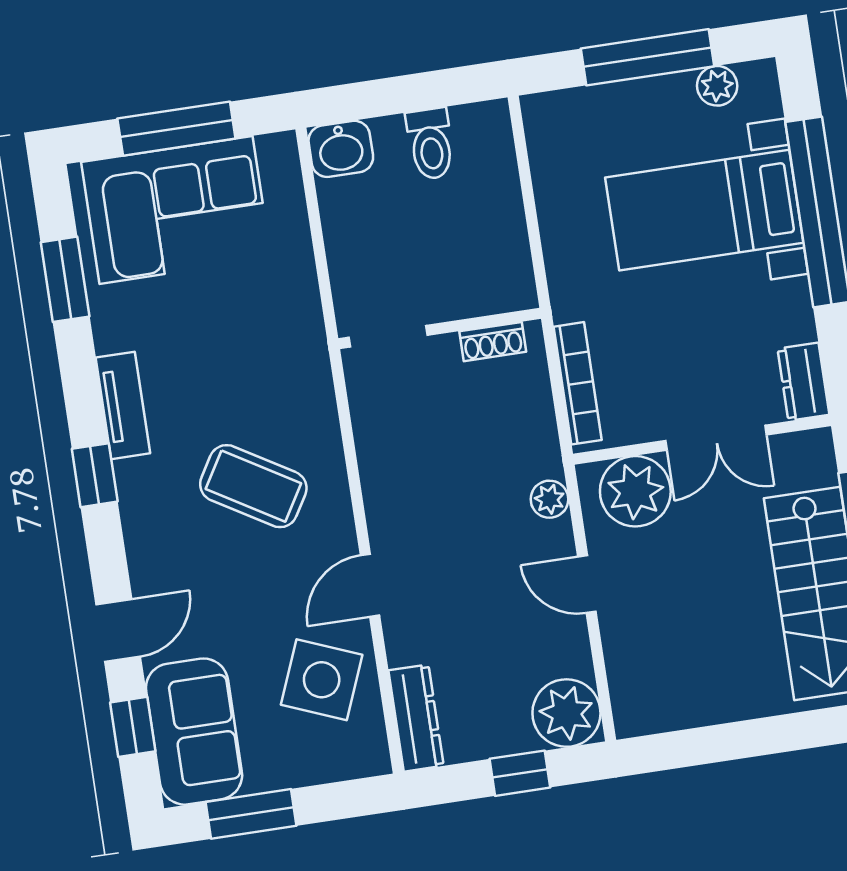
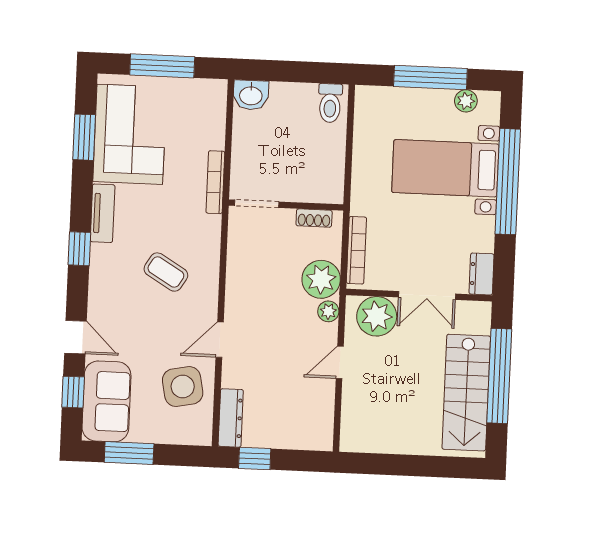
toilet: (430, 144) -> (330, 103), moved
corner sofa: (176, 210) -> (130, 134), moved, turned -90
bookcase: (309, 313) -> (215, 182), added
coffee table: (253, 486) -> (166, 272), width x0.73, depth x0.77
door: (587, 584) -> (340, 362), hinge flipped
door: (118, 630) -> (75, 337), hinge flipped
side table: (322, 680) -> (183, 387), turned -33
plant: (566, 713) -> (321, 279), moved
window: (520, 773) -> (255, 459), moved

